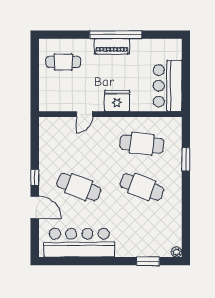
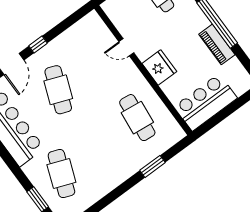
piano: (112, 46) -> (217, 44), moved
cafe table: (142, 187) -> (61, 174), moved

